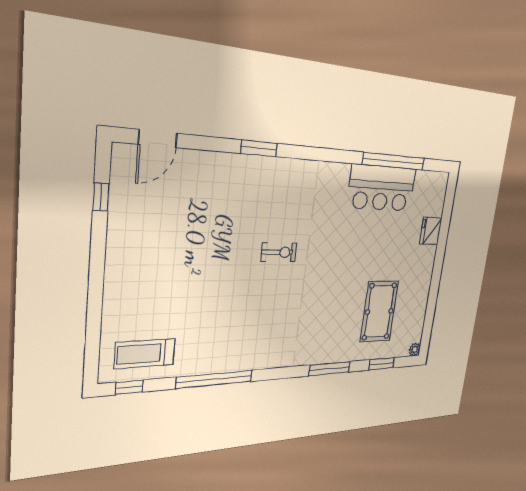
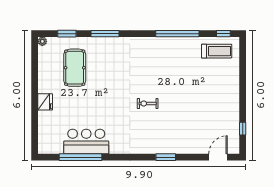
fridge: (431, 231) -> (45, 102), moved

